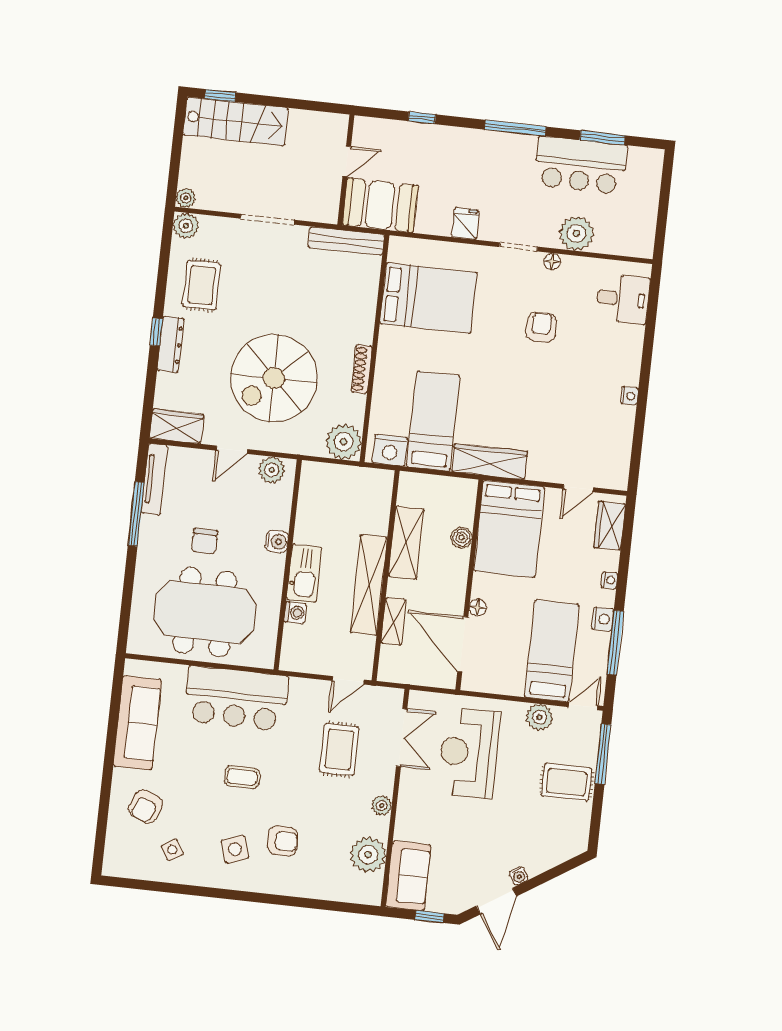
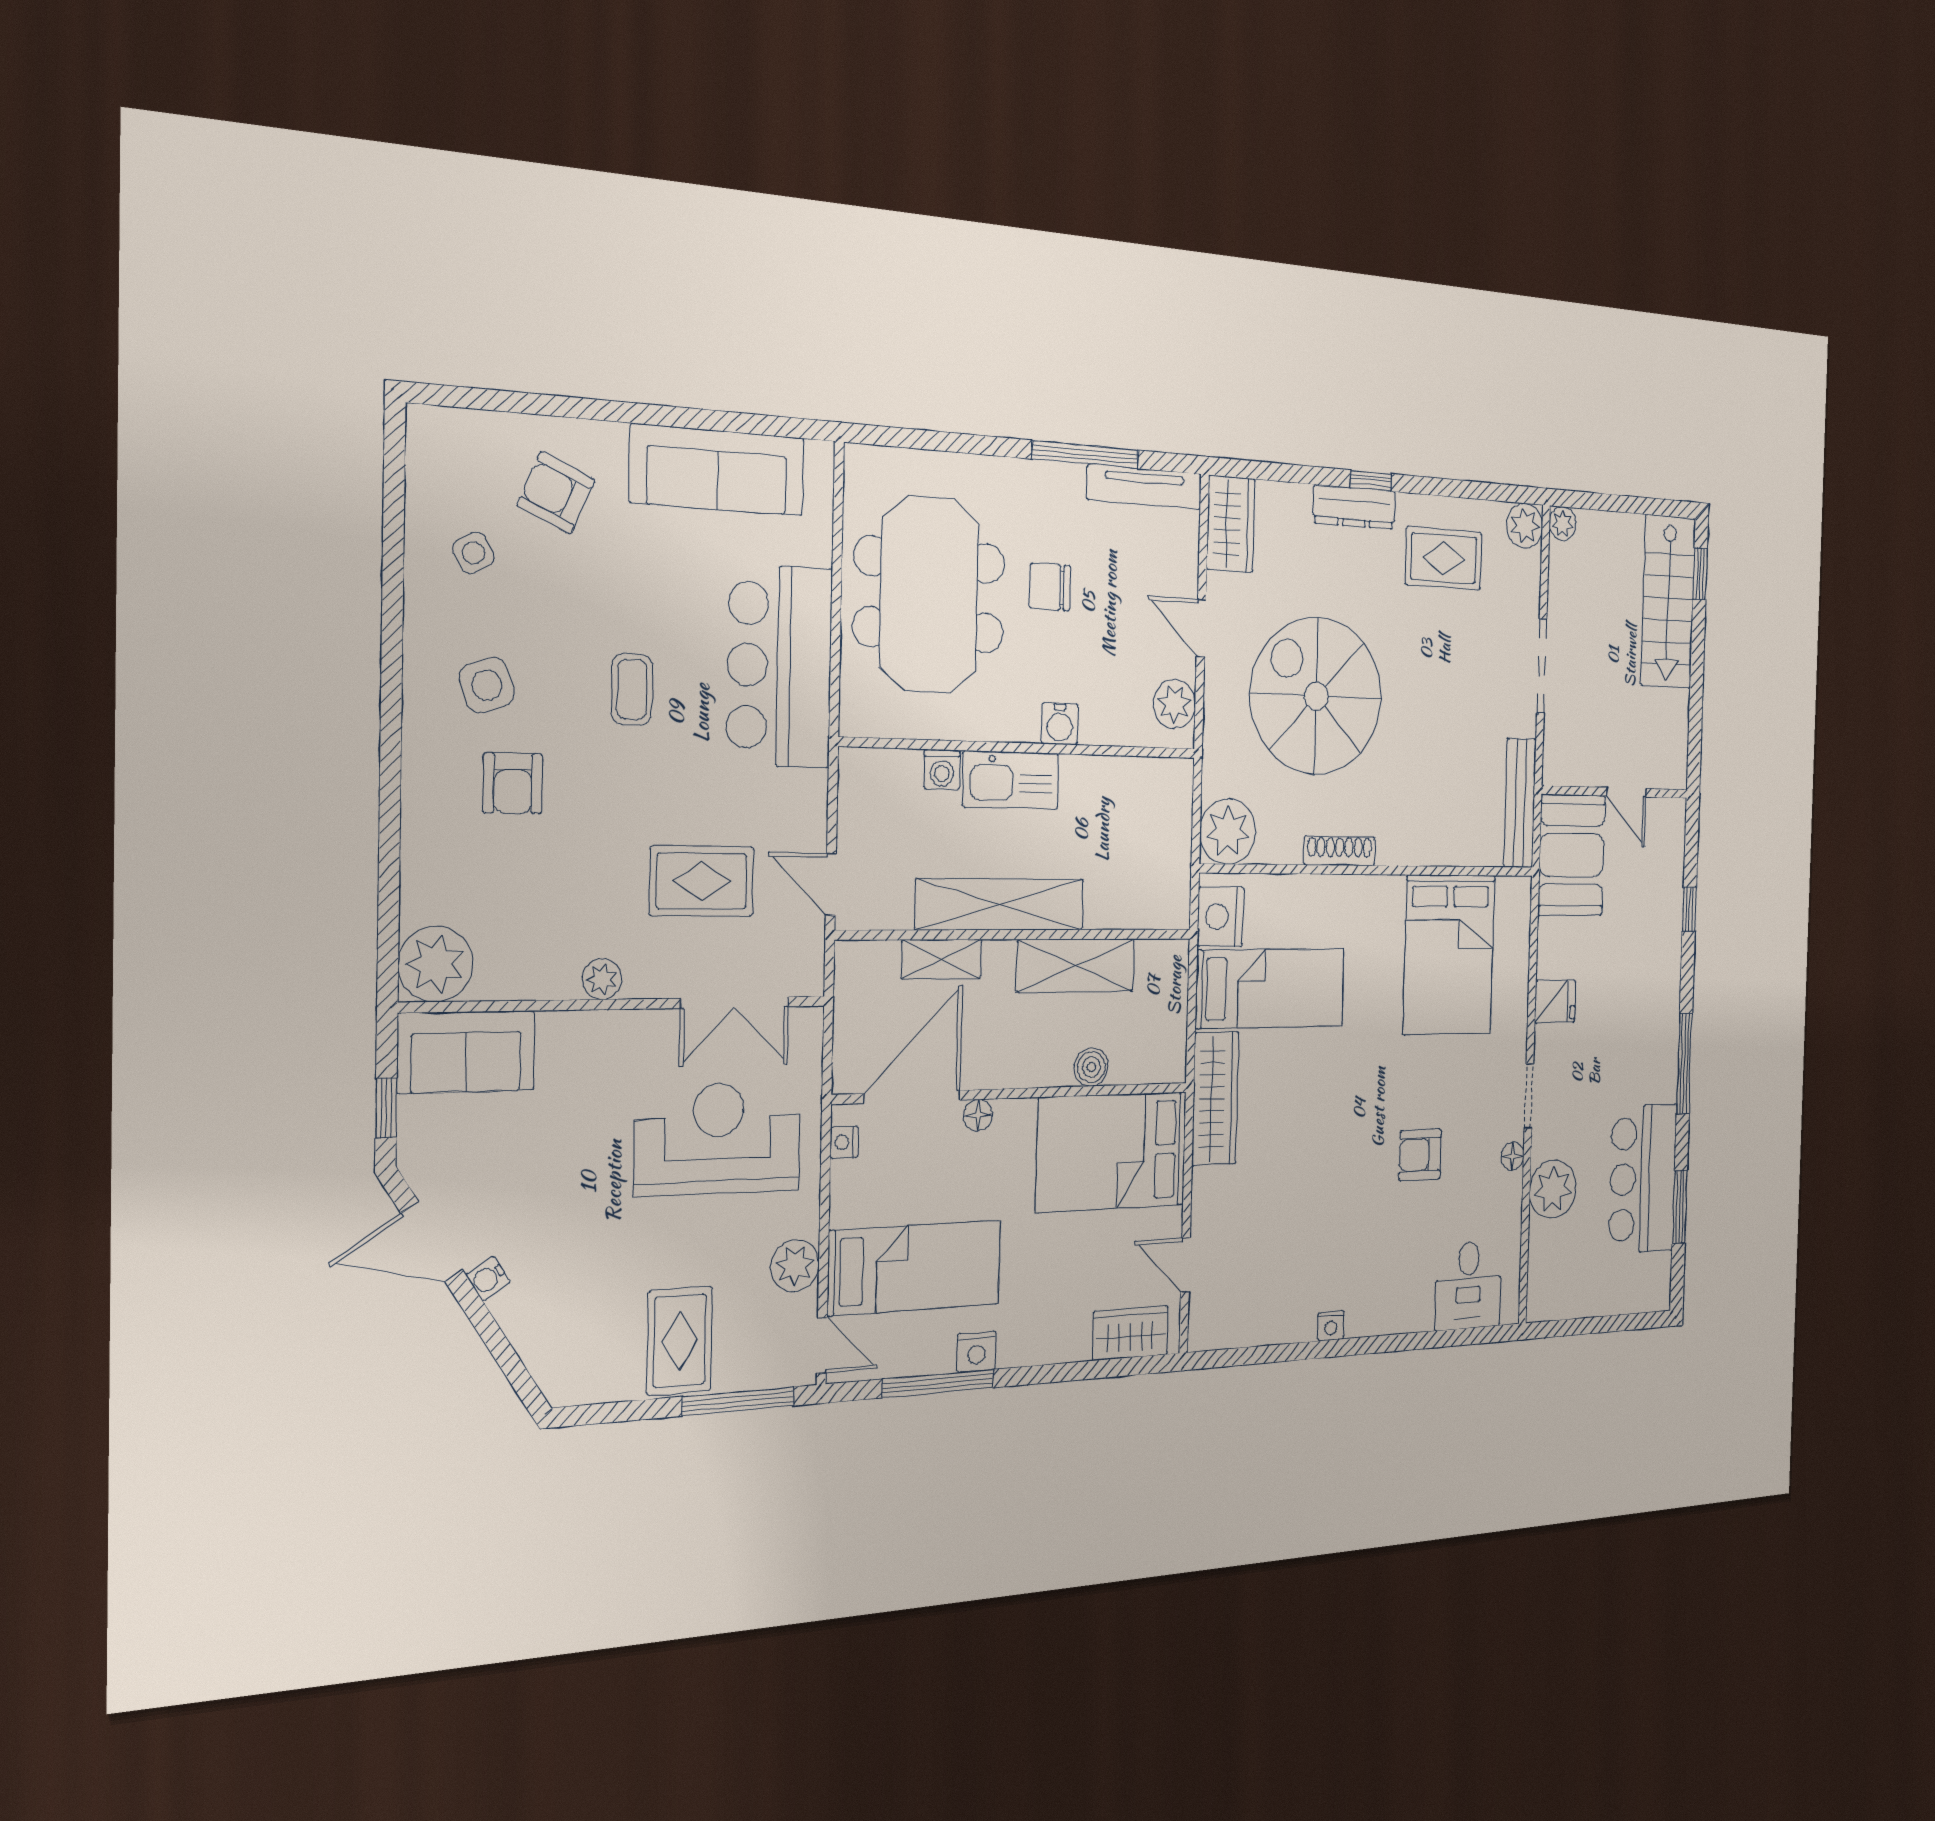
armchair: (541, 327) -> (1420, 1155), turned 180
nightstand: (610, 580) -> (844, 1142), moved, turned 90
plant: (368, 855) -> (436, 964), moved

